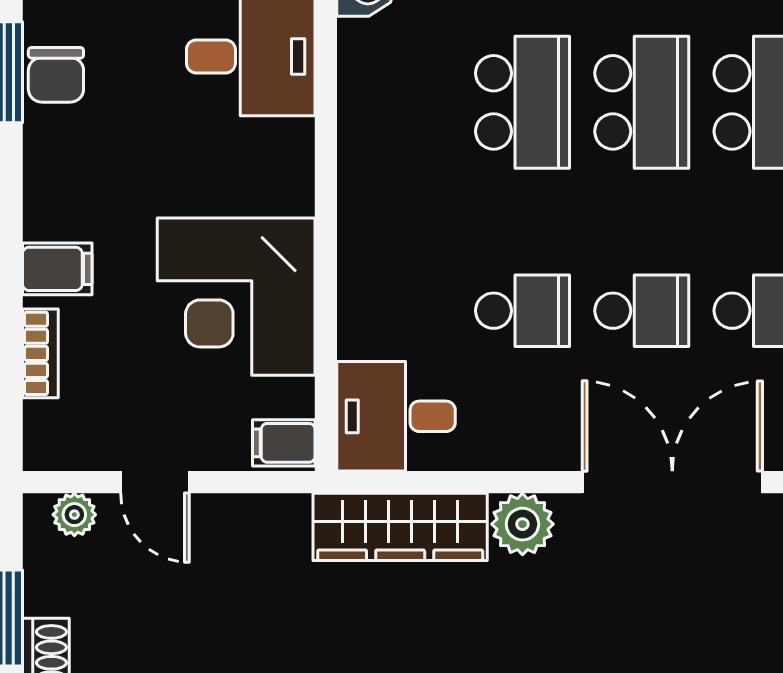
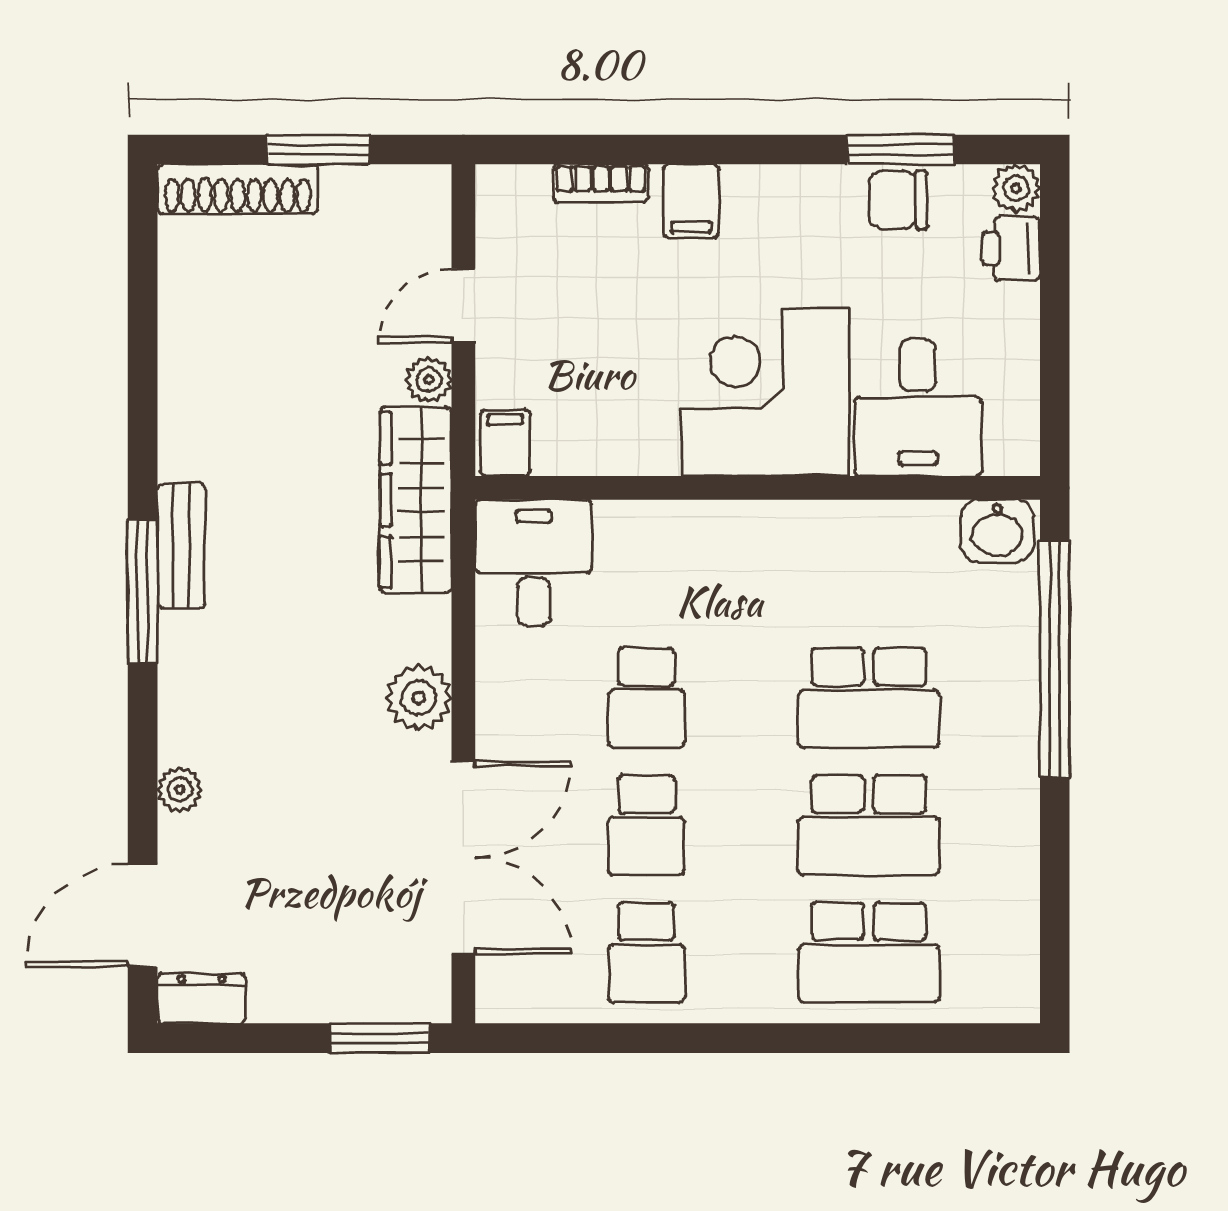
corner desk: (236, 297) -> (765, 392), moved
plant: (74, 515) -> (429, 380), moved
wardrobe: (400, 527) -> (416, 500), moved

